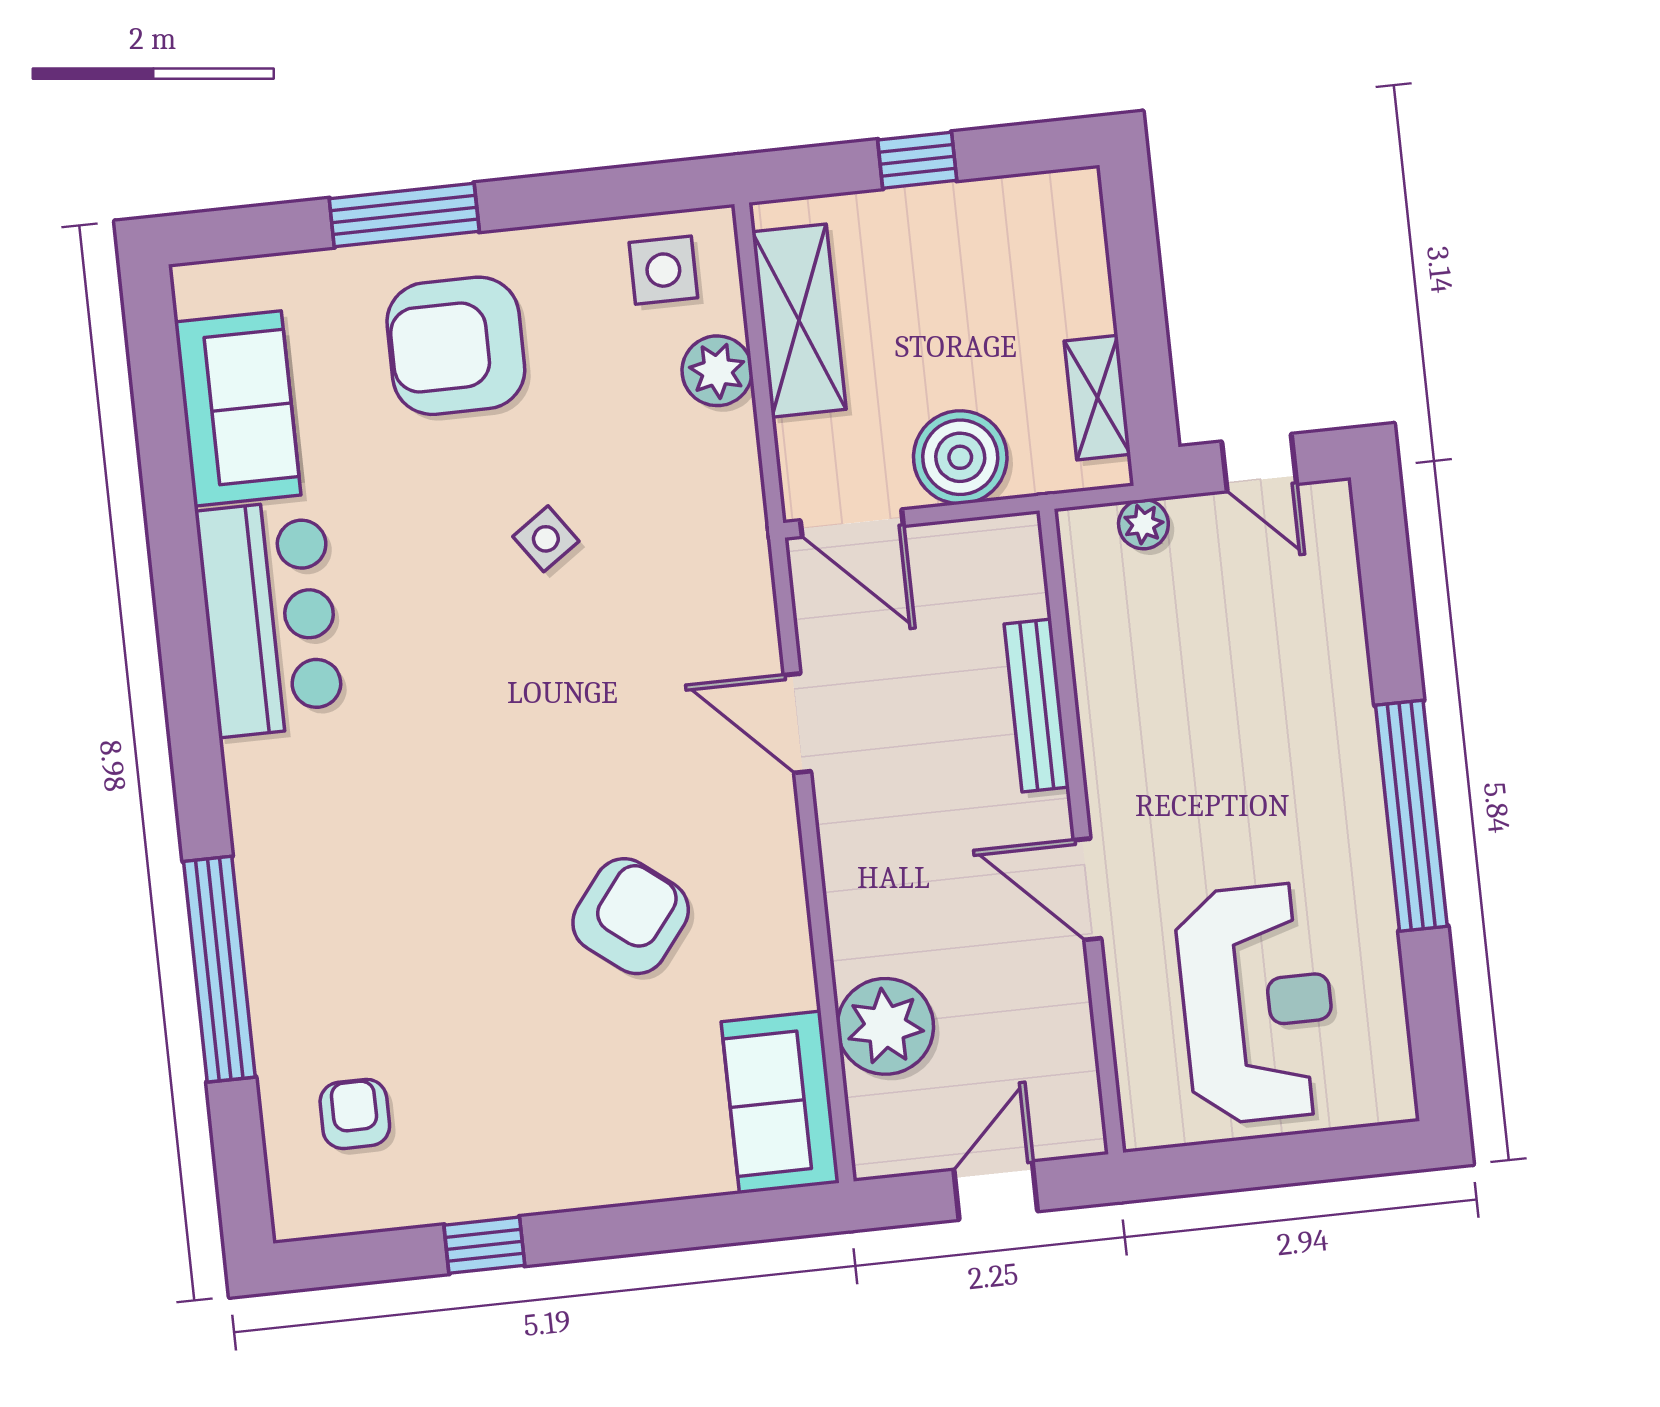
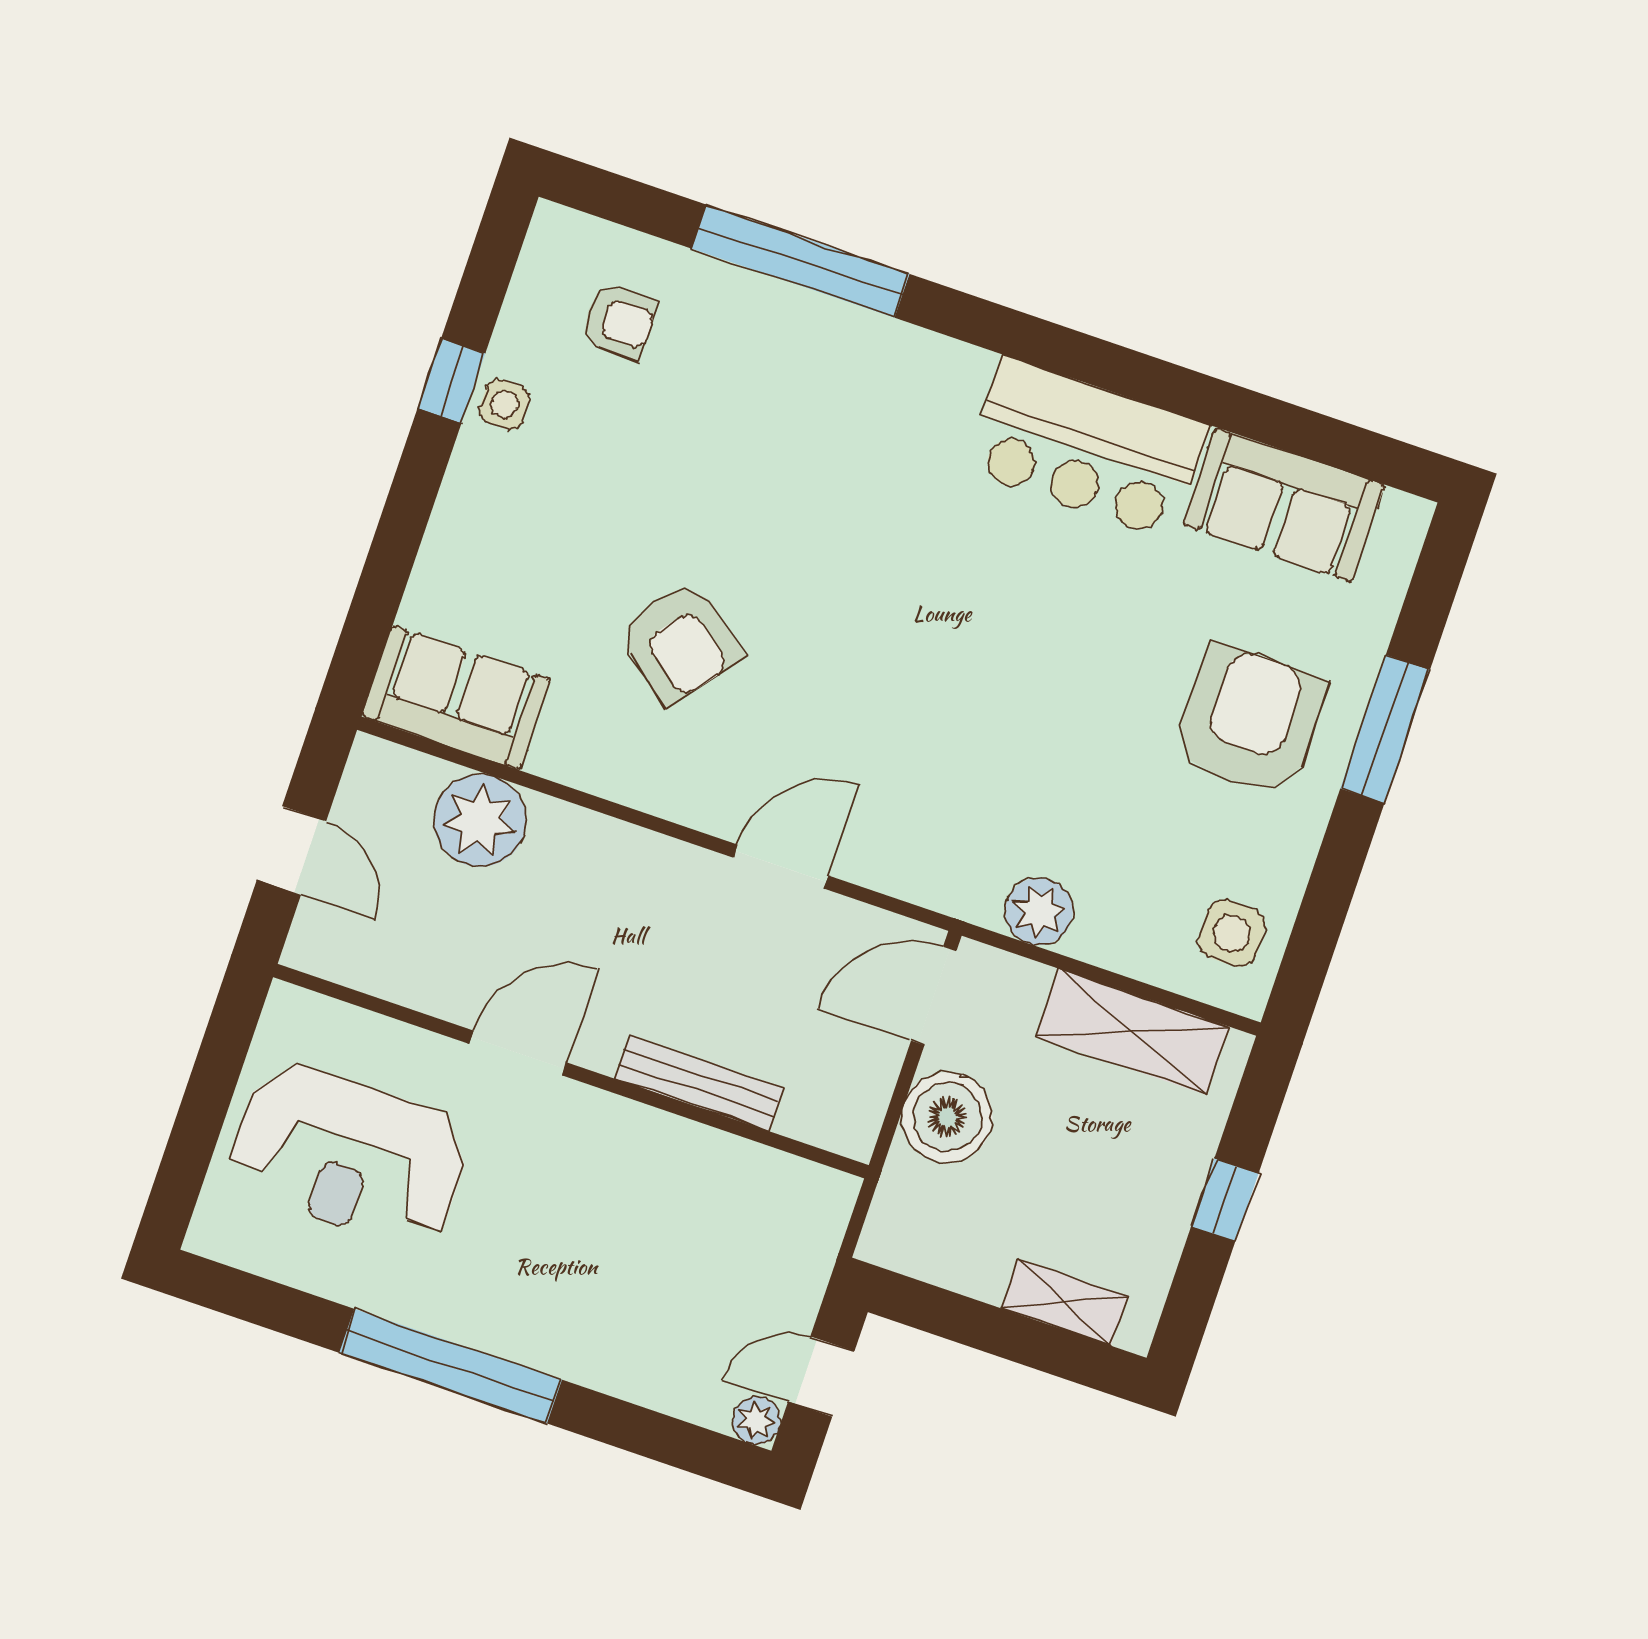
plant: (717, 371) -> (1039, 911), moved
shelving: (1097, 398) -> (1064, 1302), moved
plant: (1143, 524) -> (757, 1421), moved
side table: (546, 539) -> (505, 405), moved, turned 35

